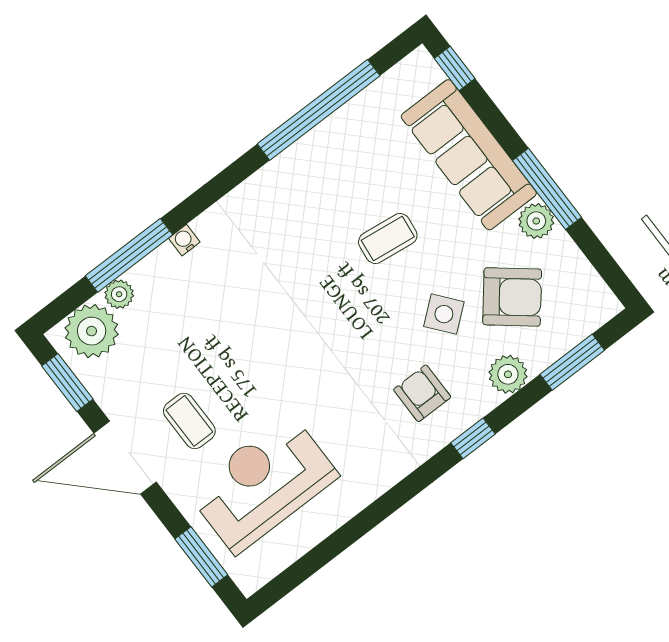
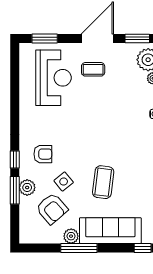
coffee table: (388, 239) -> (103, 182), width x1.36, depth x1.30
armchair: (512, 297) -> (52, 209), turned -80
window: (572, 362) -> (15, 190), moved

